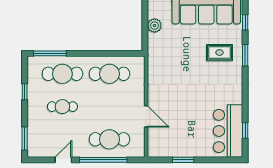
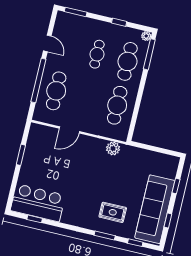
plant: (155, 26) -> (113, 148), moved
rug: (220, 53) -> (113, 212), turned 90
plant: (32, 61) -> (146, 36), added

